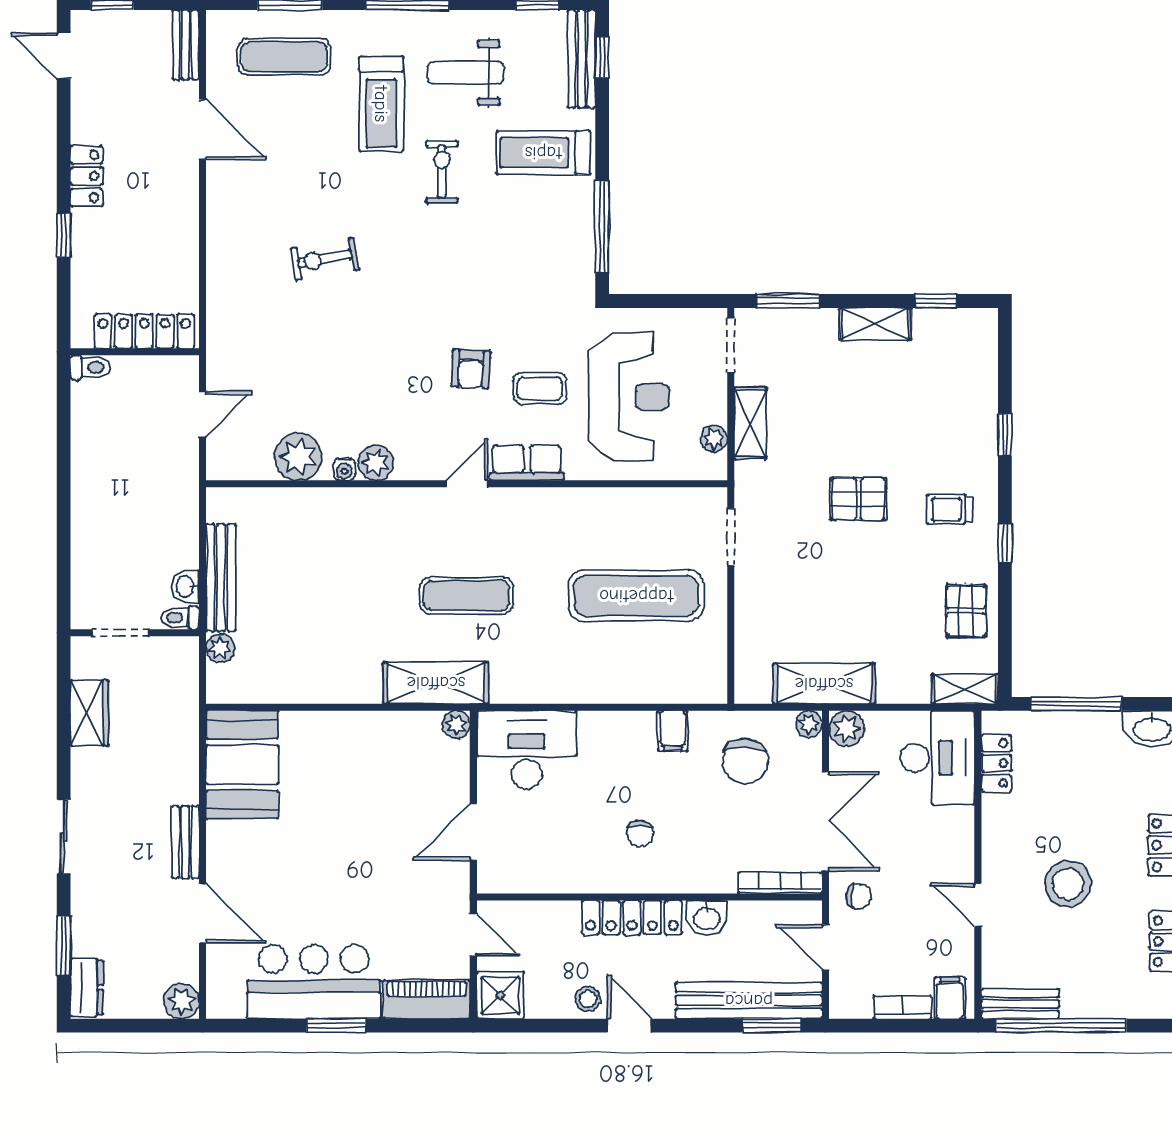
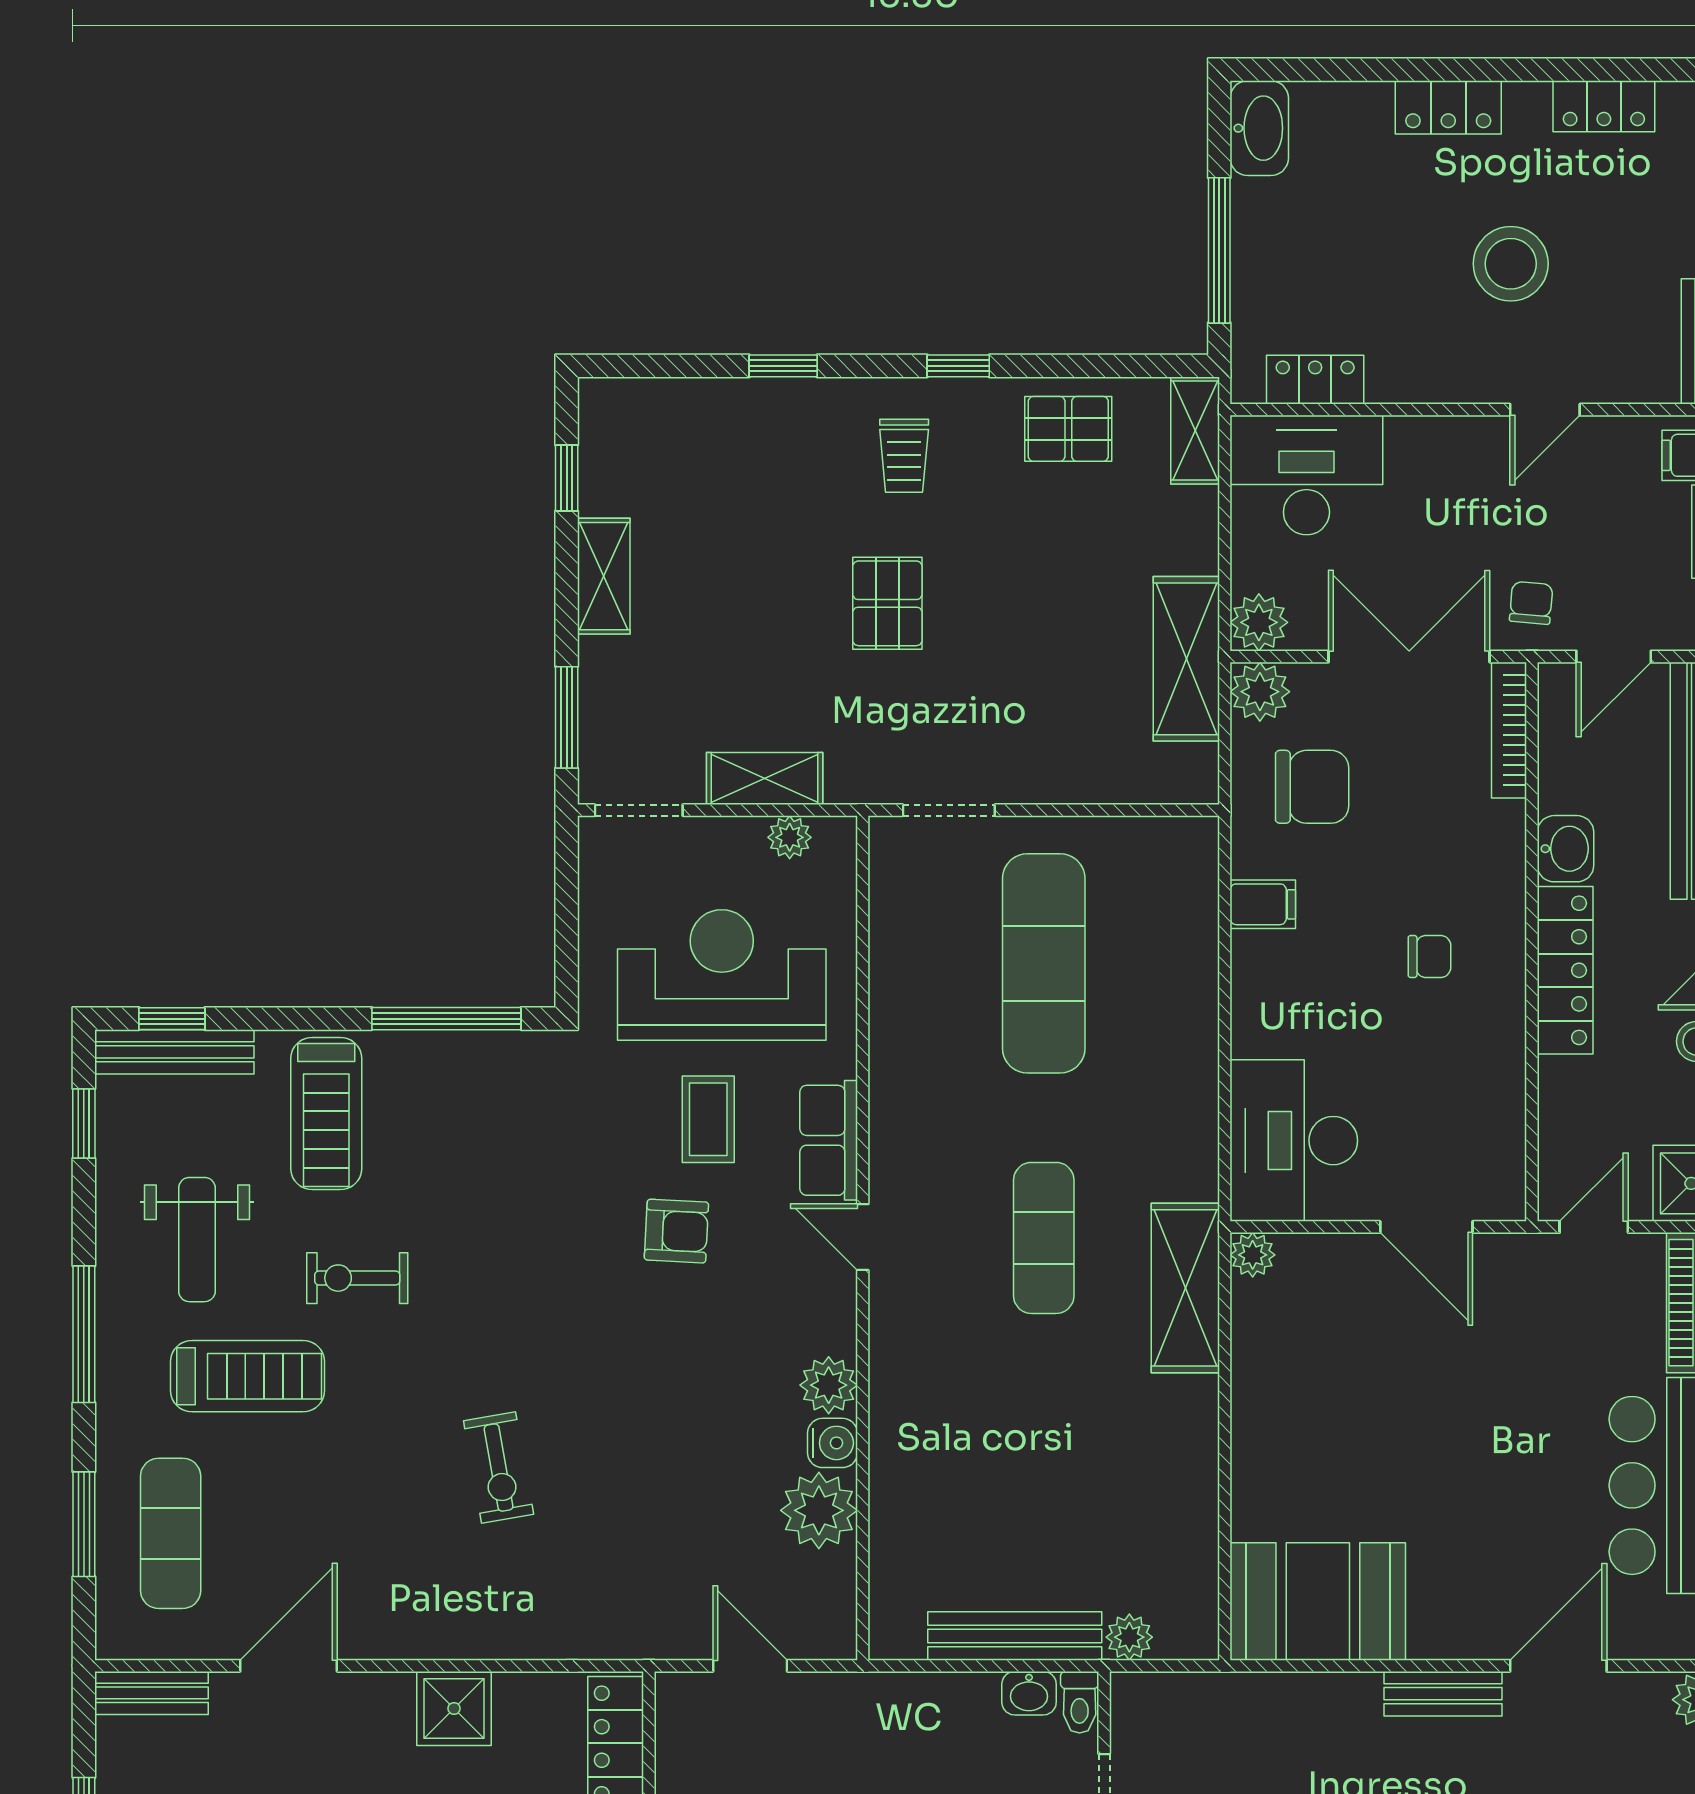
shower: (176, 231) -> (454, 1708), added
water cooler: (344, 469) -> (832, 1443), width x1.38, depth x1.38
plant: (809, 724) -> (1260, 692), width x1.38, depth x1.38

